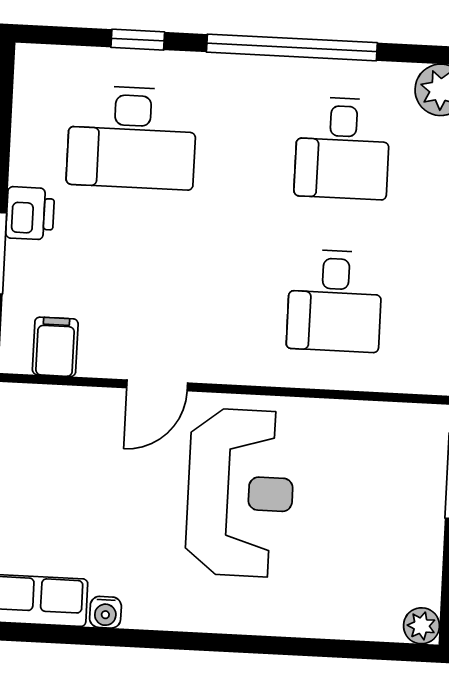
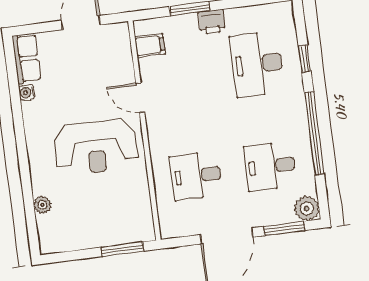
plant: (421, 626) -> (42, 205), moved

